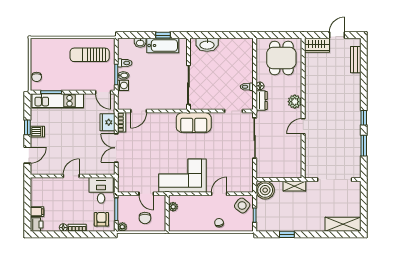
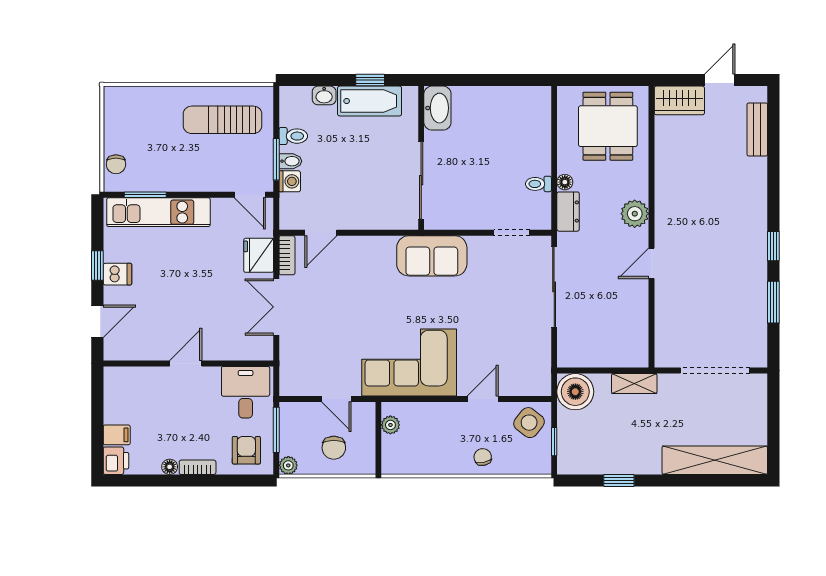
washbasin: (207, 45) -> (437, 108), moved, turned -90
shelving: (343, 224) -> (715, 460), width x1.47

